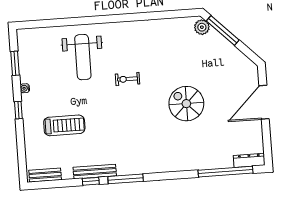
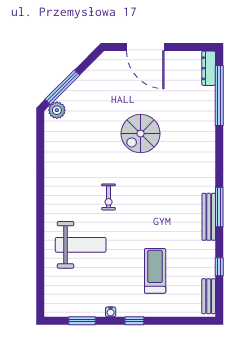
bench: (95, 172) -> (209, 217), moved
window: (91, 181) -> (219, 267), moved

